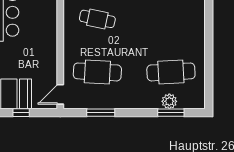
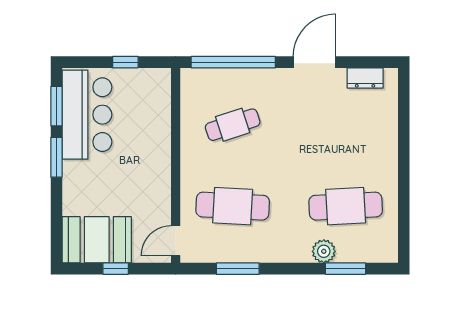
cafe table: (97, 19) -> (233, 125), turned -30
plant: (169, 101) -> (324, 251), moved

